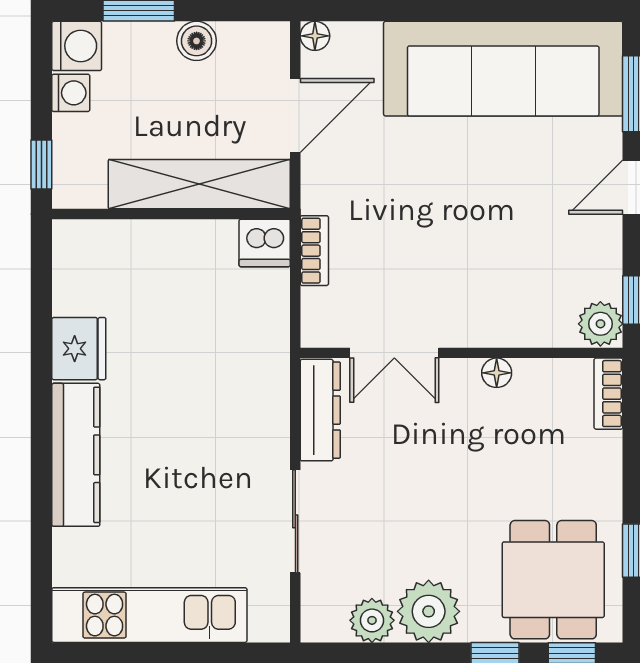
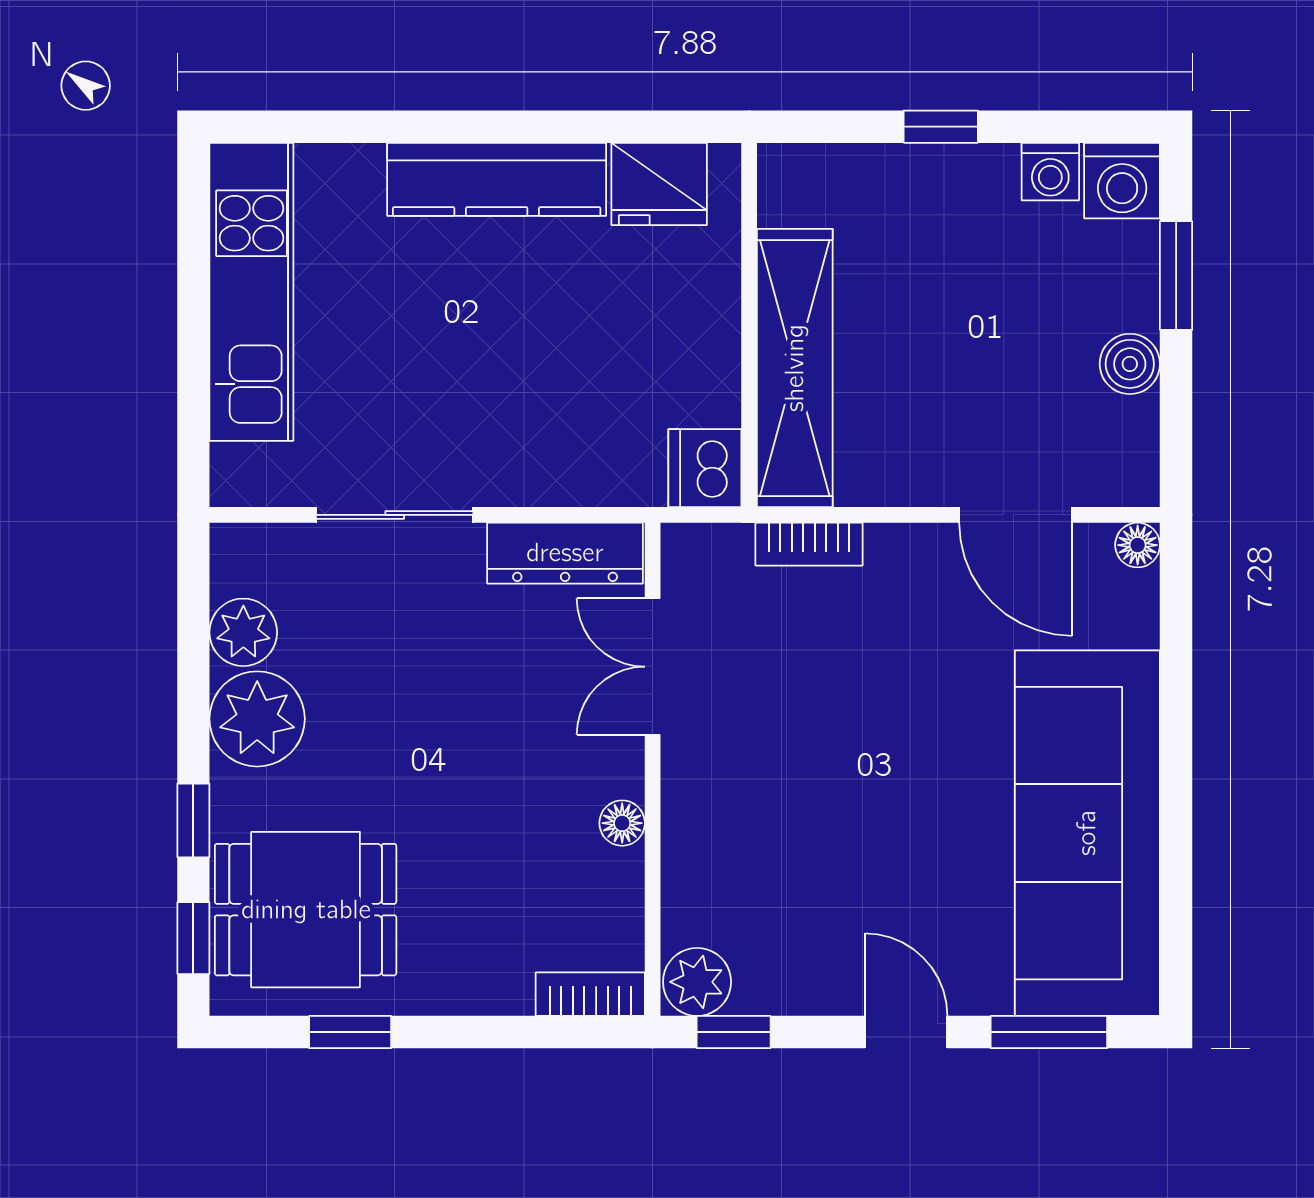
shelving: (199, 184) -> (795, 368), moved
wall: (171, 214) -> (749, 325), moved
dishwasher: (265, 243) -> (705, 468), moved

